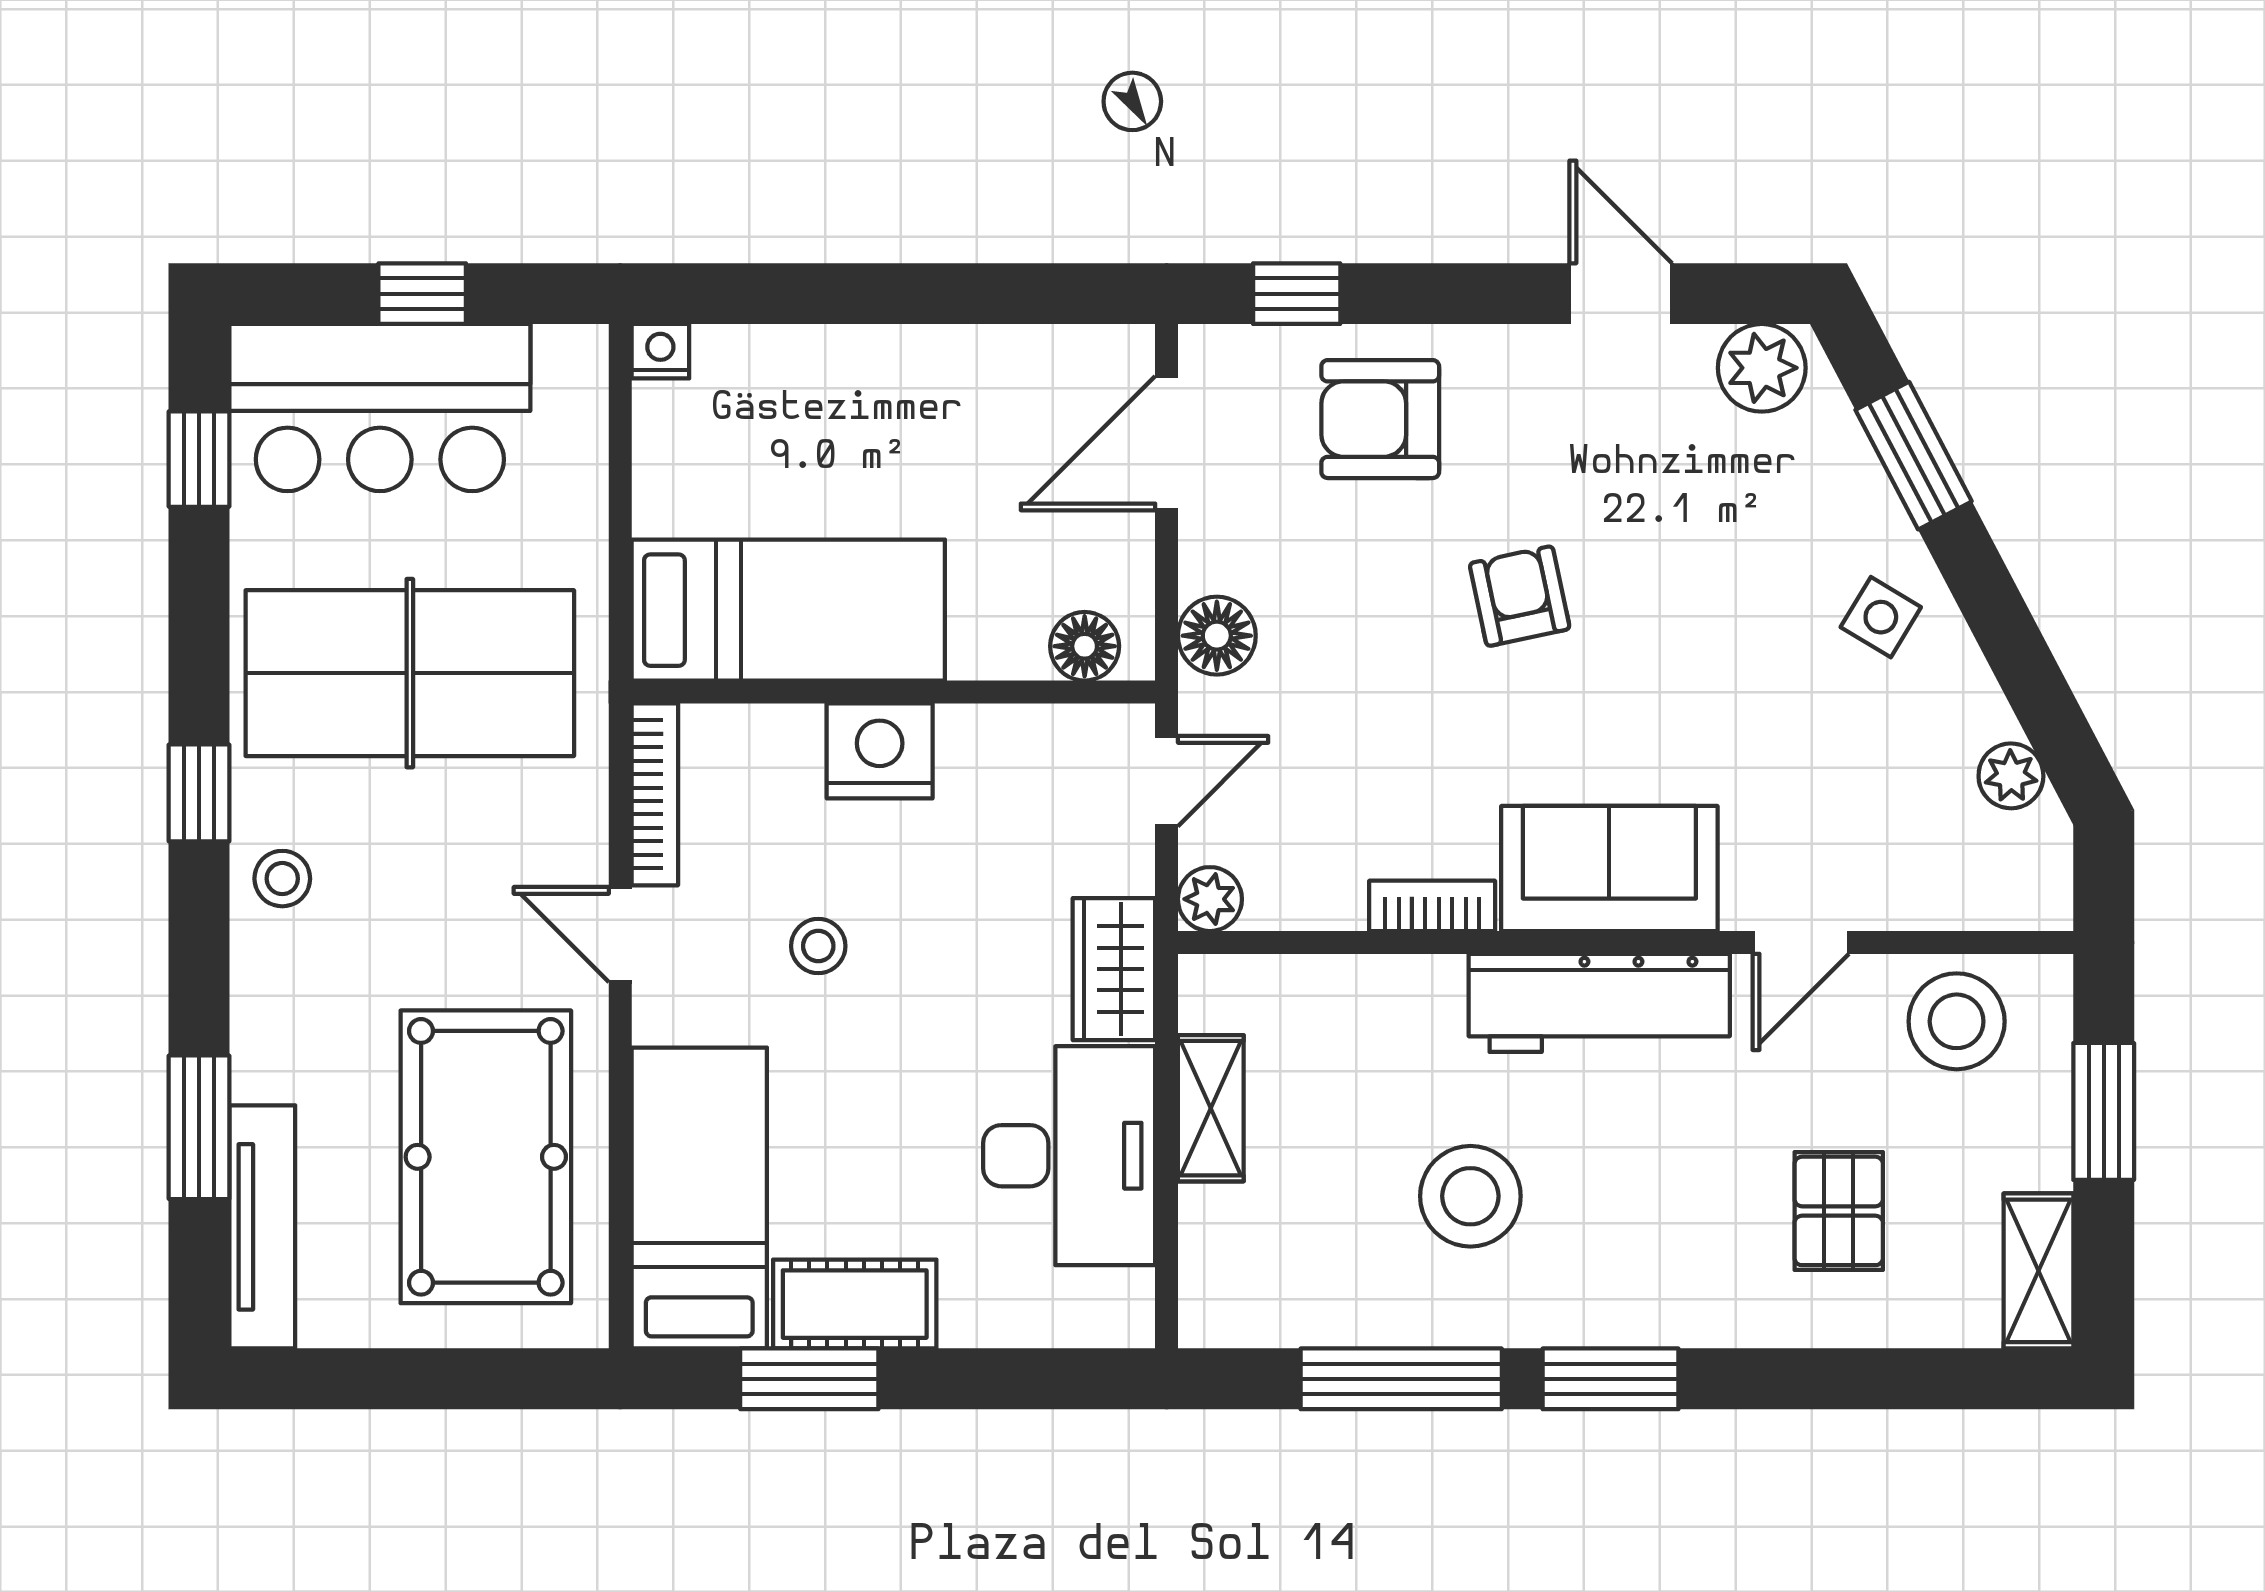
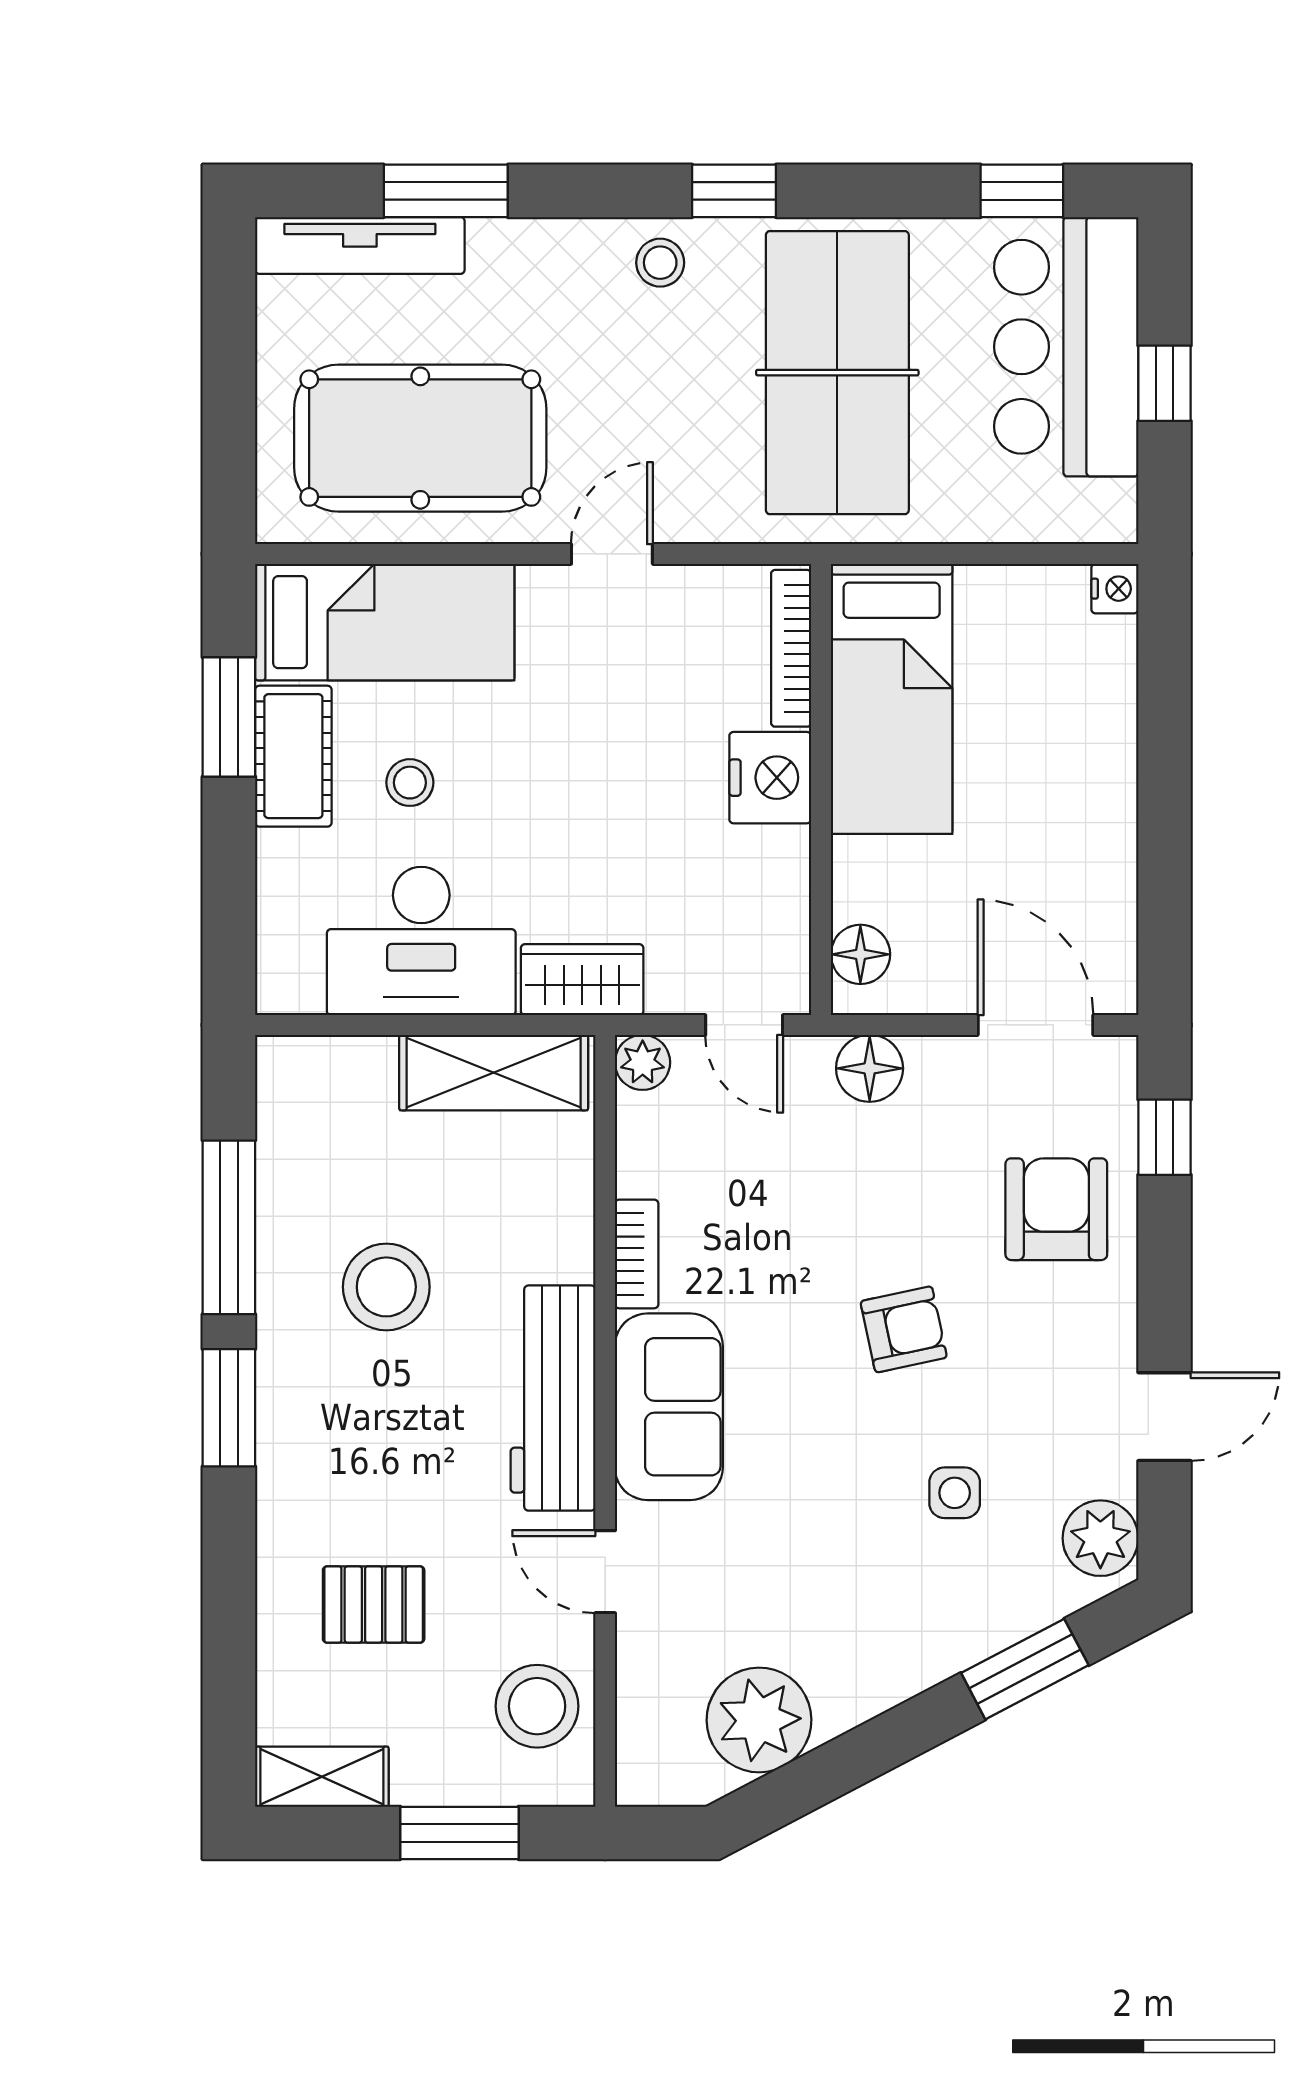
side table: (1881, 617) -> (955, 1493), moved, turned -31
plant: (2011, 776) -> (759, 1720), width x1.87, depth x1.87
bookcase: (655, 794) -> (791, 648), moved, turned 90
stool: (818, 946) -> (410, 783), moved
shelving: (1211, 1108) -> (494, 1073), width x1.50, depth x1.33

